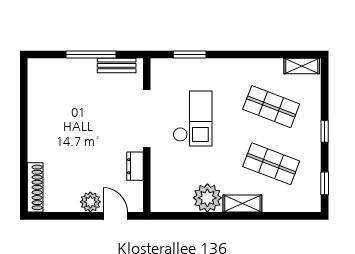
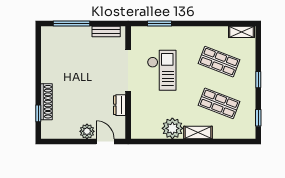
window: (91, 54) -> (72, 23), moved
window: (24, 177) -> (38, 113), added
shoe rack: (35, 187) -> (47, 102), moved

